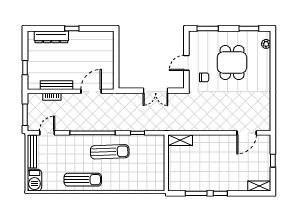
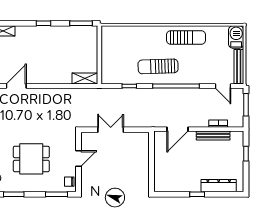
dining table: (232, 62) -> (31, 159), turned 90
chair: (204, 77) -> (69, 182), moved
door: (47, 133) -> (223, 86), hinge flipped
sun lounger: (83, 180) -> (186, 37), turned 180
window: (196, 193) -> (81, 23), moved

